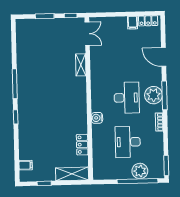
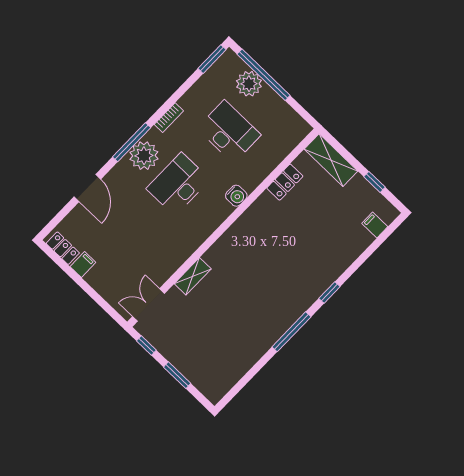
desk: (128, 142) -> (229, 132), turned -90

